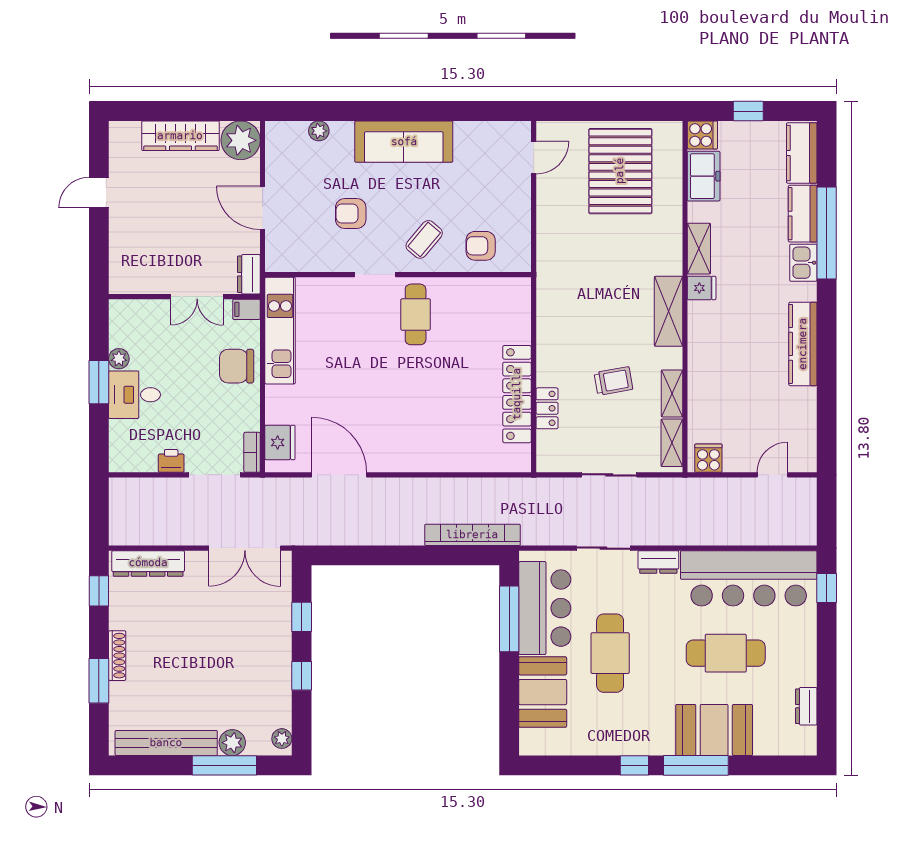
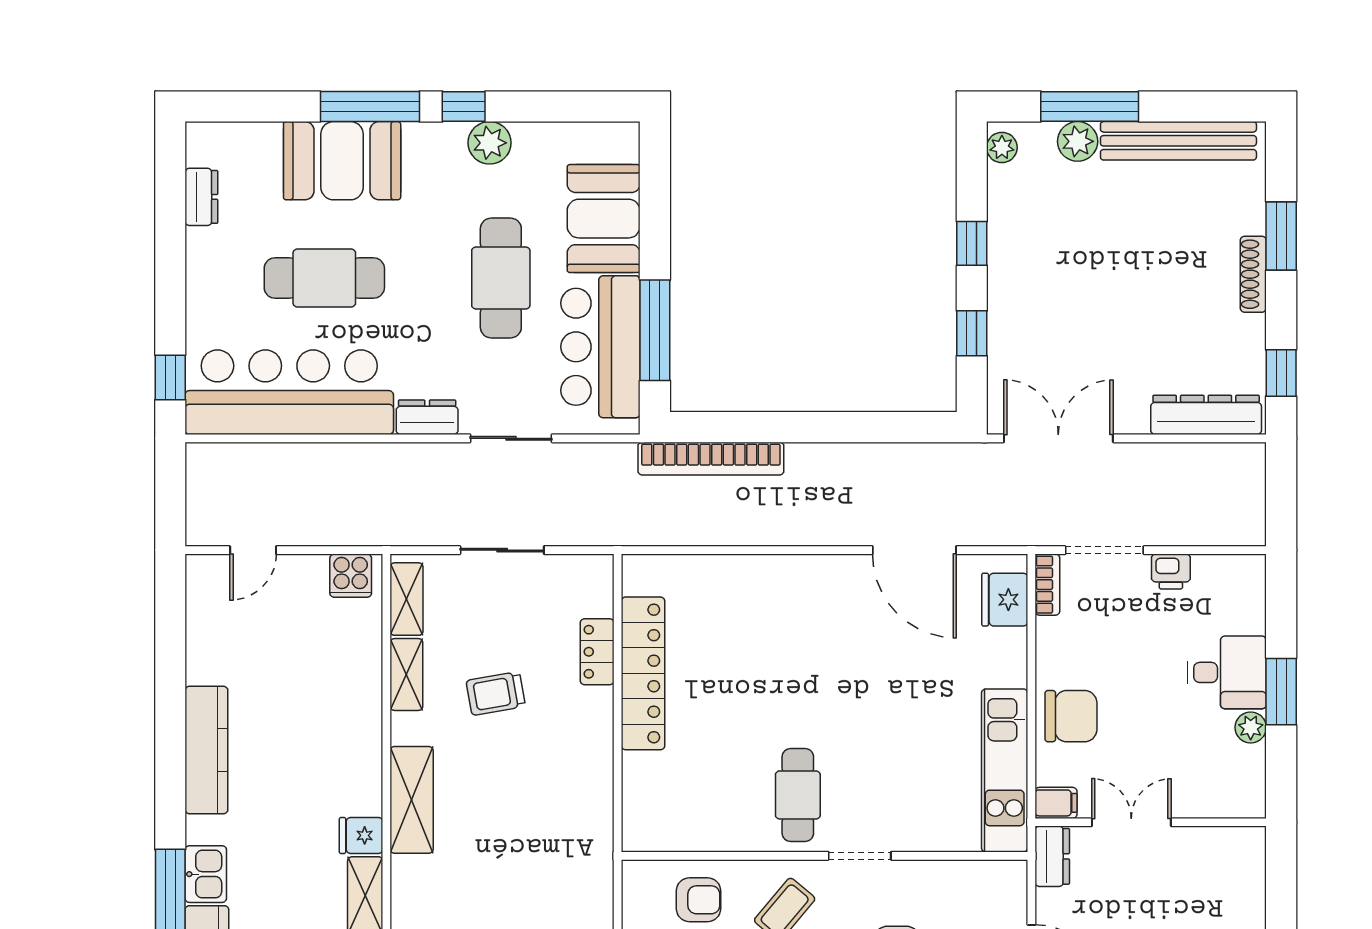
plant: (617, 742) -> (490, 143), added

